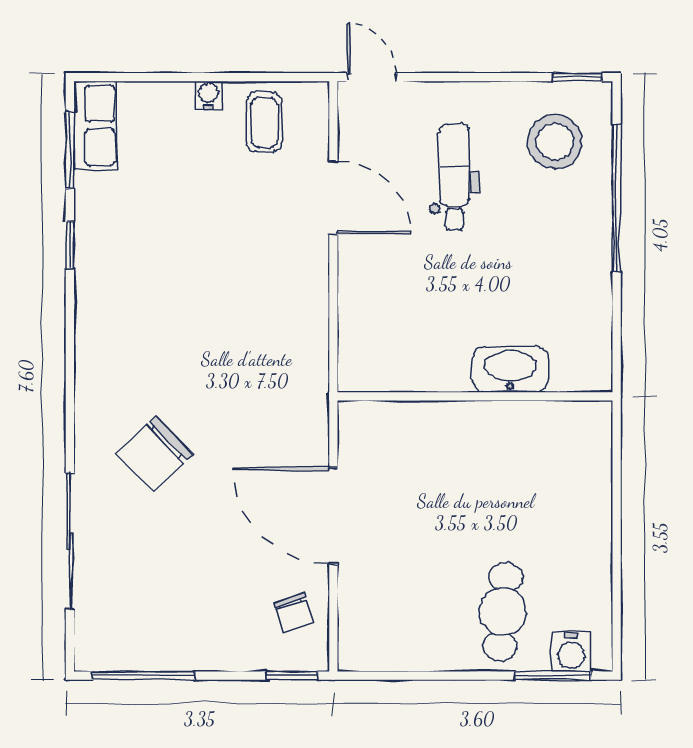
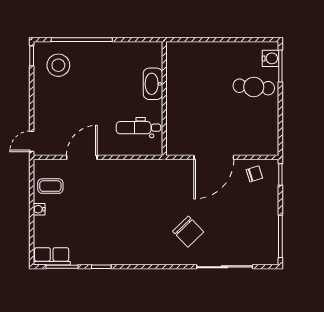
dental chair: (454, 177) -> (138, 128), moved

